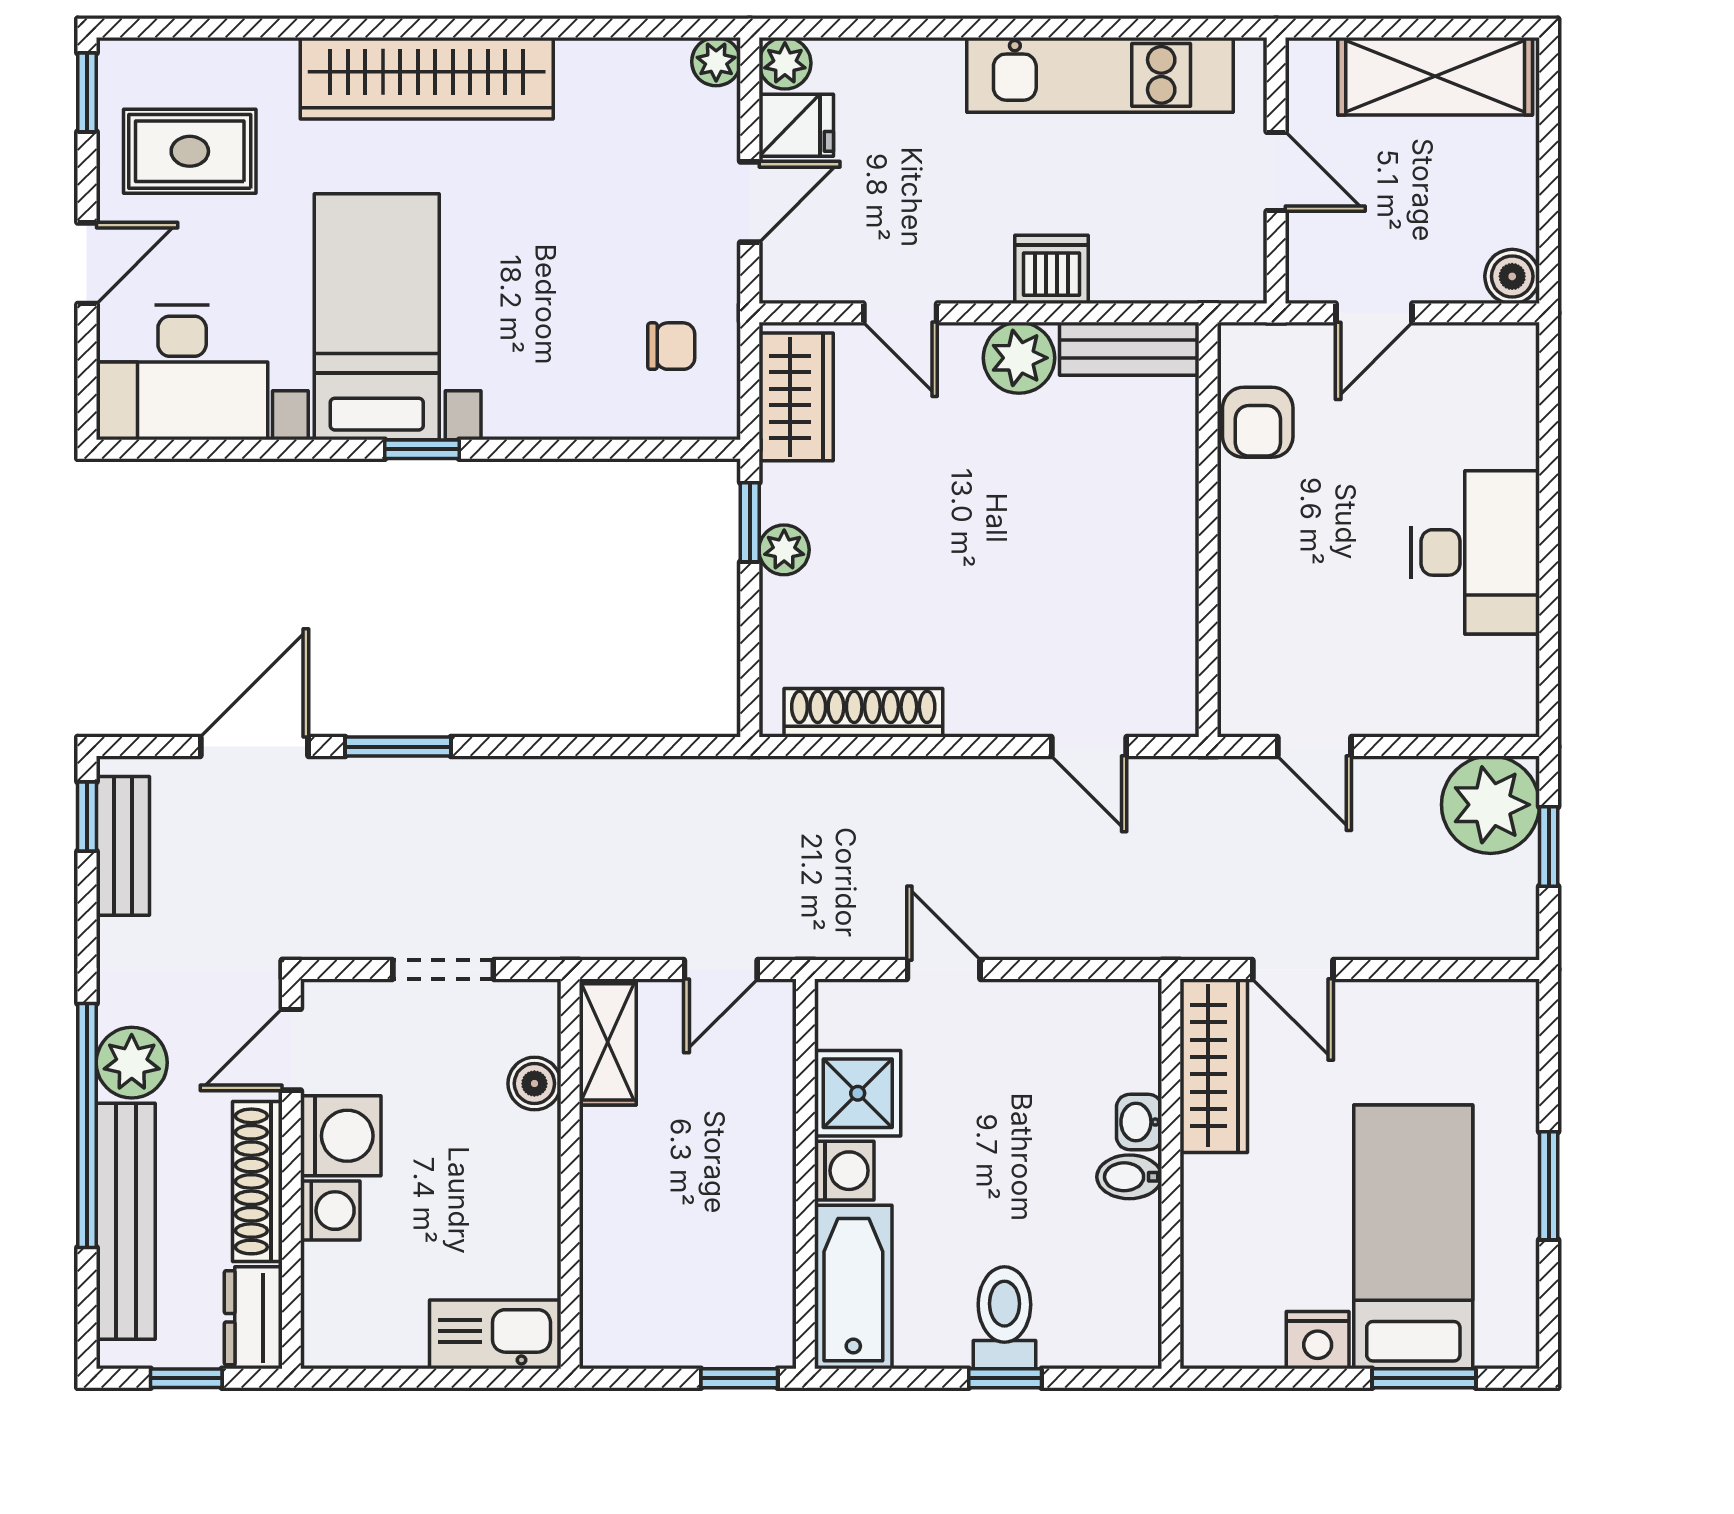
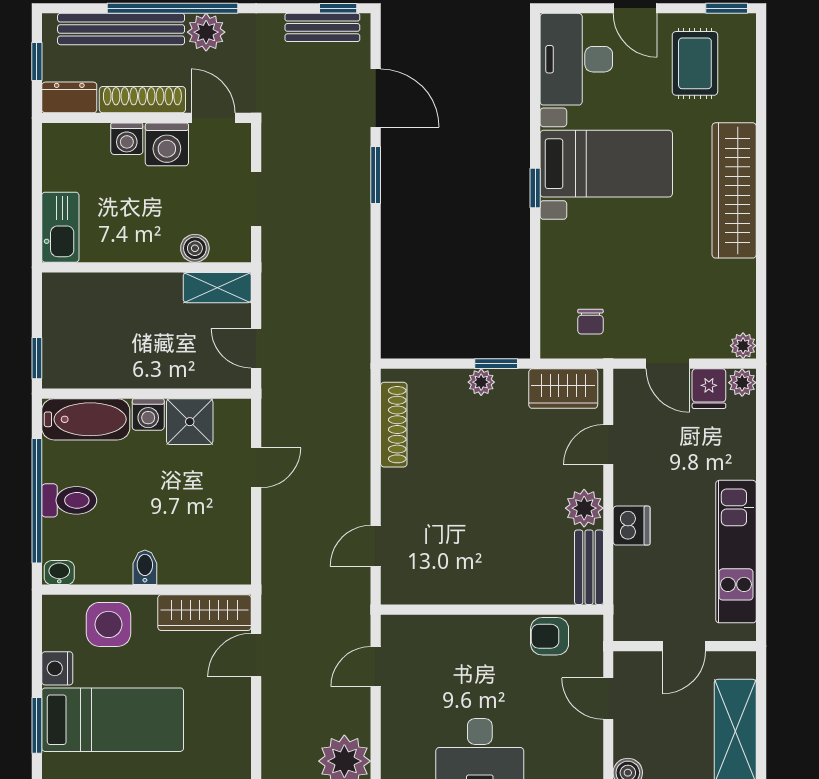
washbasin: (1139, 1122) -> (59, 573), moved
side table: (1236, 1245) -> (109, 624), added
window: (1005, 1378) -> (37, 501), width x3.17

